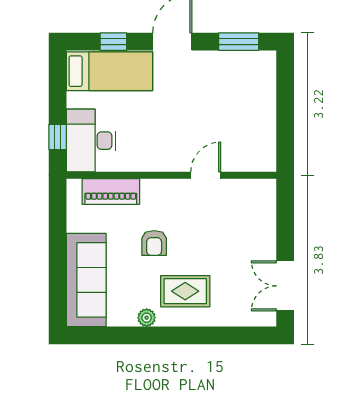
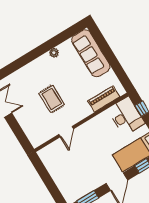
armchair: (154, 243) -> (71, 88), removed
rug: (185, 291) -> (52, 99), moved, turned 90

